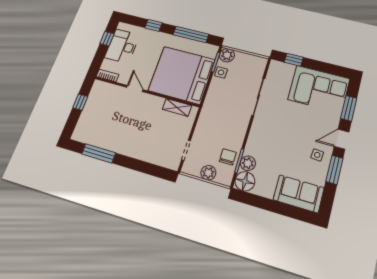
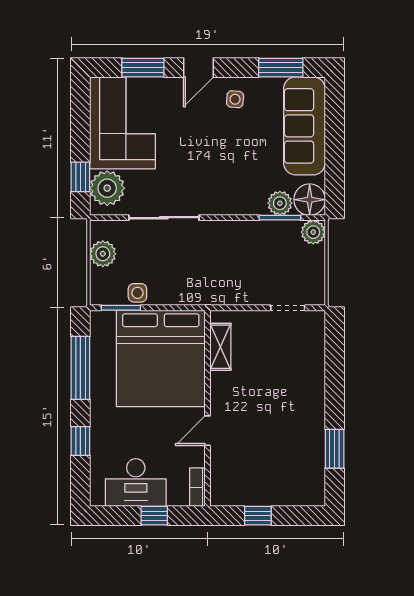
window: (107, 39) -> (154, 516), moved
plant: (227, 55) -> (103, 254), moved
plant: (284, 72) -> (107, 188), added
door: (342, 139) -> (198, 68), hinge flipped
window: (99, 153) -> (335, 449), width x0.69
chair: (228, 157) -> (279, 238), removed
window: (334, 170) -> (281, 68), moved
plant: (208, 173) -> (313, 232), moved
sofa: (299, 194) -> (304, 126), width x1.36

